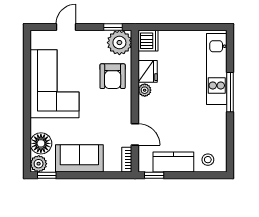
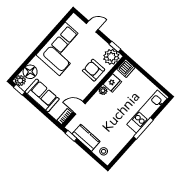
armchair: (113, 76) -> (94, 70), turned 90
door: (135, 134) -> (79, 108), swing flipped

